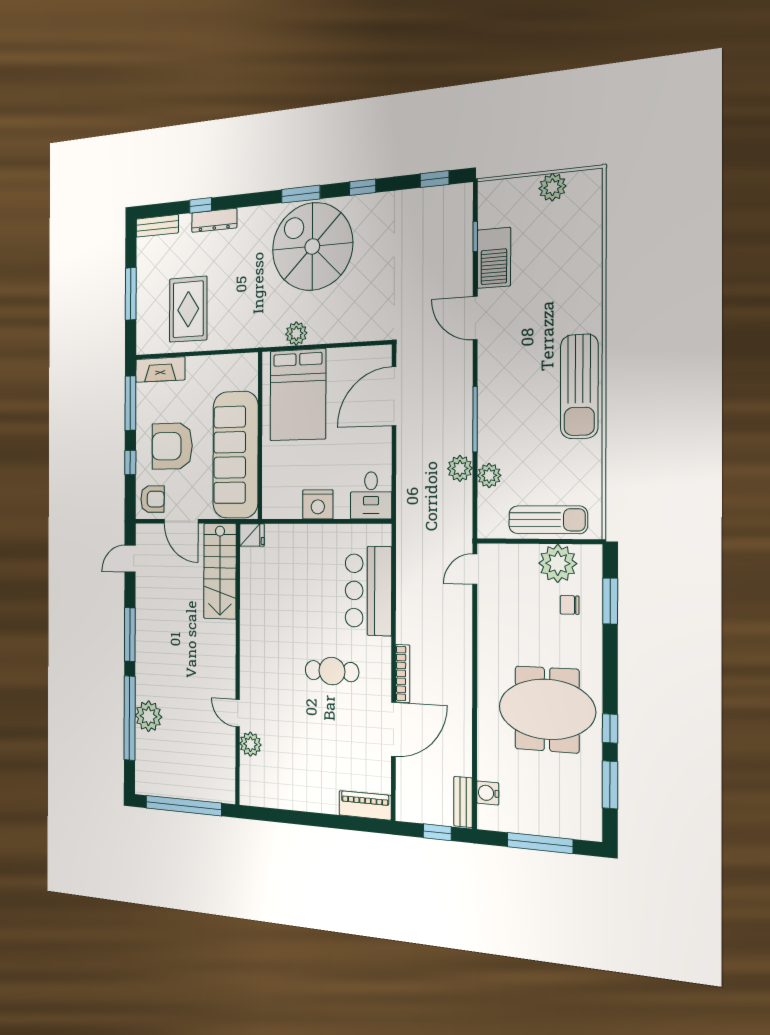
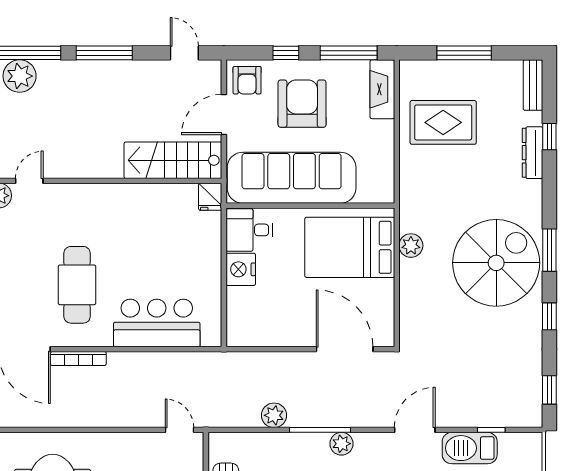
plant: (489, 475) -> (341, 444), moved
desk: (371, 495) -> (249, 230), moved
cafe table: (332, 671) -> (77, 285), width x1.37, depth x1.35

